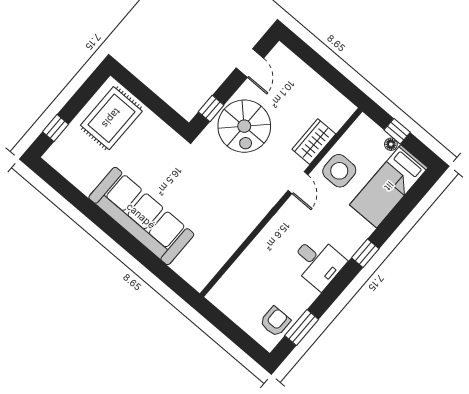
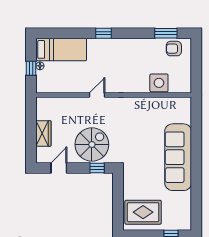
wardrobe: (314, 142) -> (43, 133), moved, turned -90
side table: (339, 171) -> (159, 83), moved
desk: (318, 262) -> (127, 52), removed

